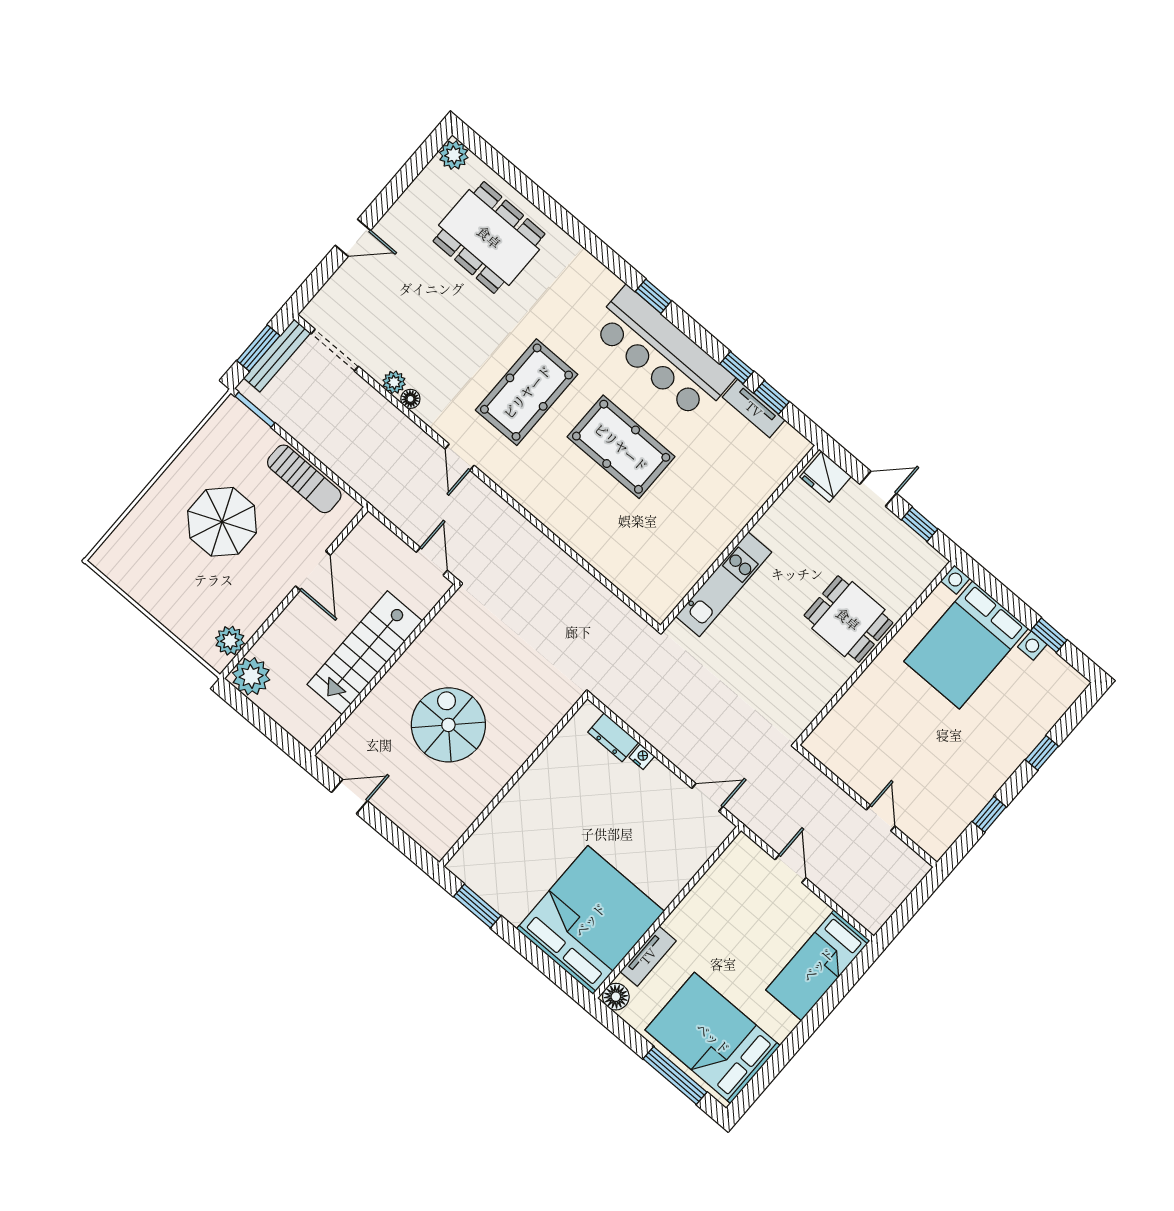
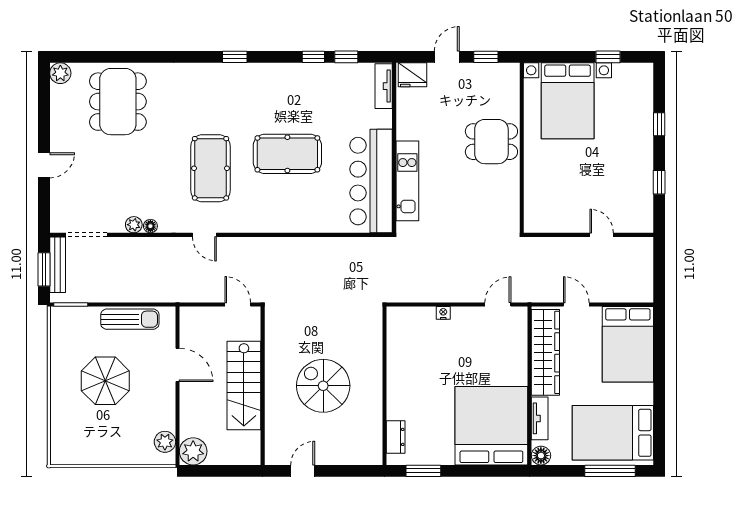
dining table: (489, 237) -> (118, 102), turned 90
bar counter: (662, 353) -> (371, 181), moved, turned 90
tv unit: (754, 409) -> (384, 86), moved, turned 90
dresser: (613, 737) -> (396, 437), moved, turned -90
wardrobe: (714, 891) -> (545, 352), added
bed: (818, 965) -> (628, 344), width x1.50

